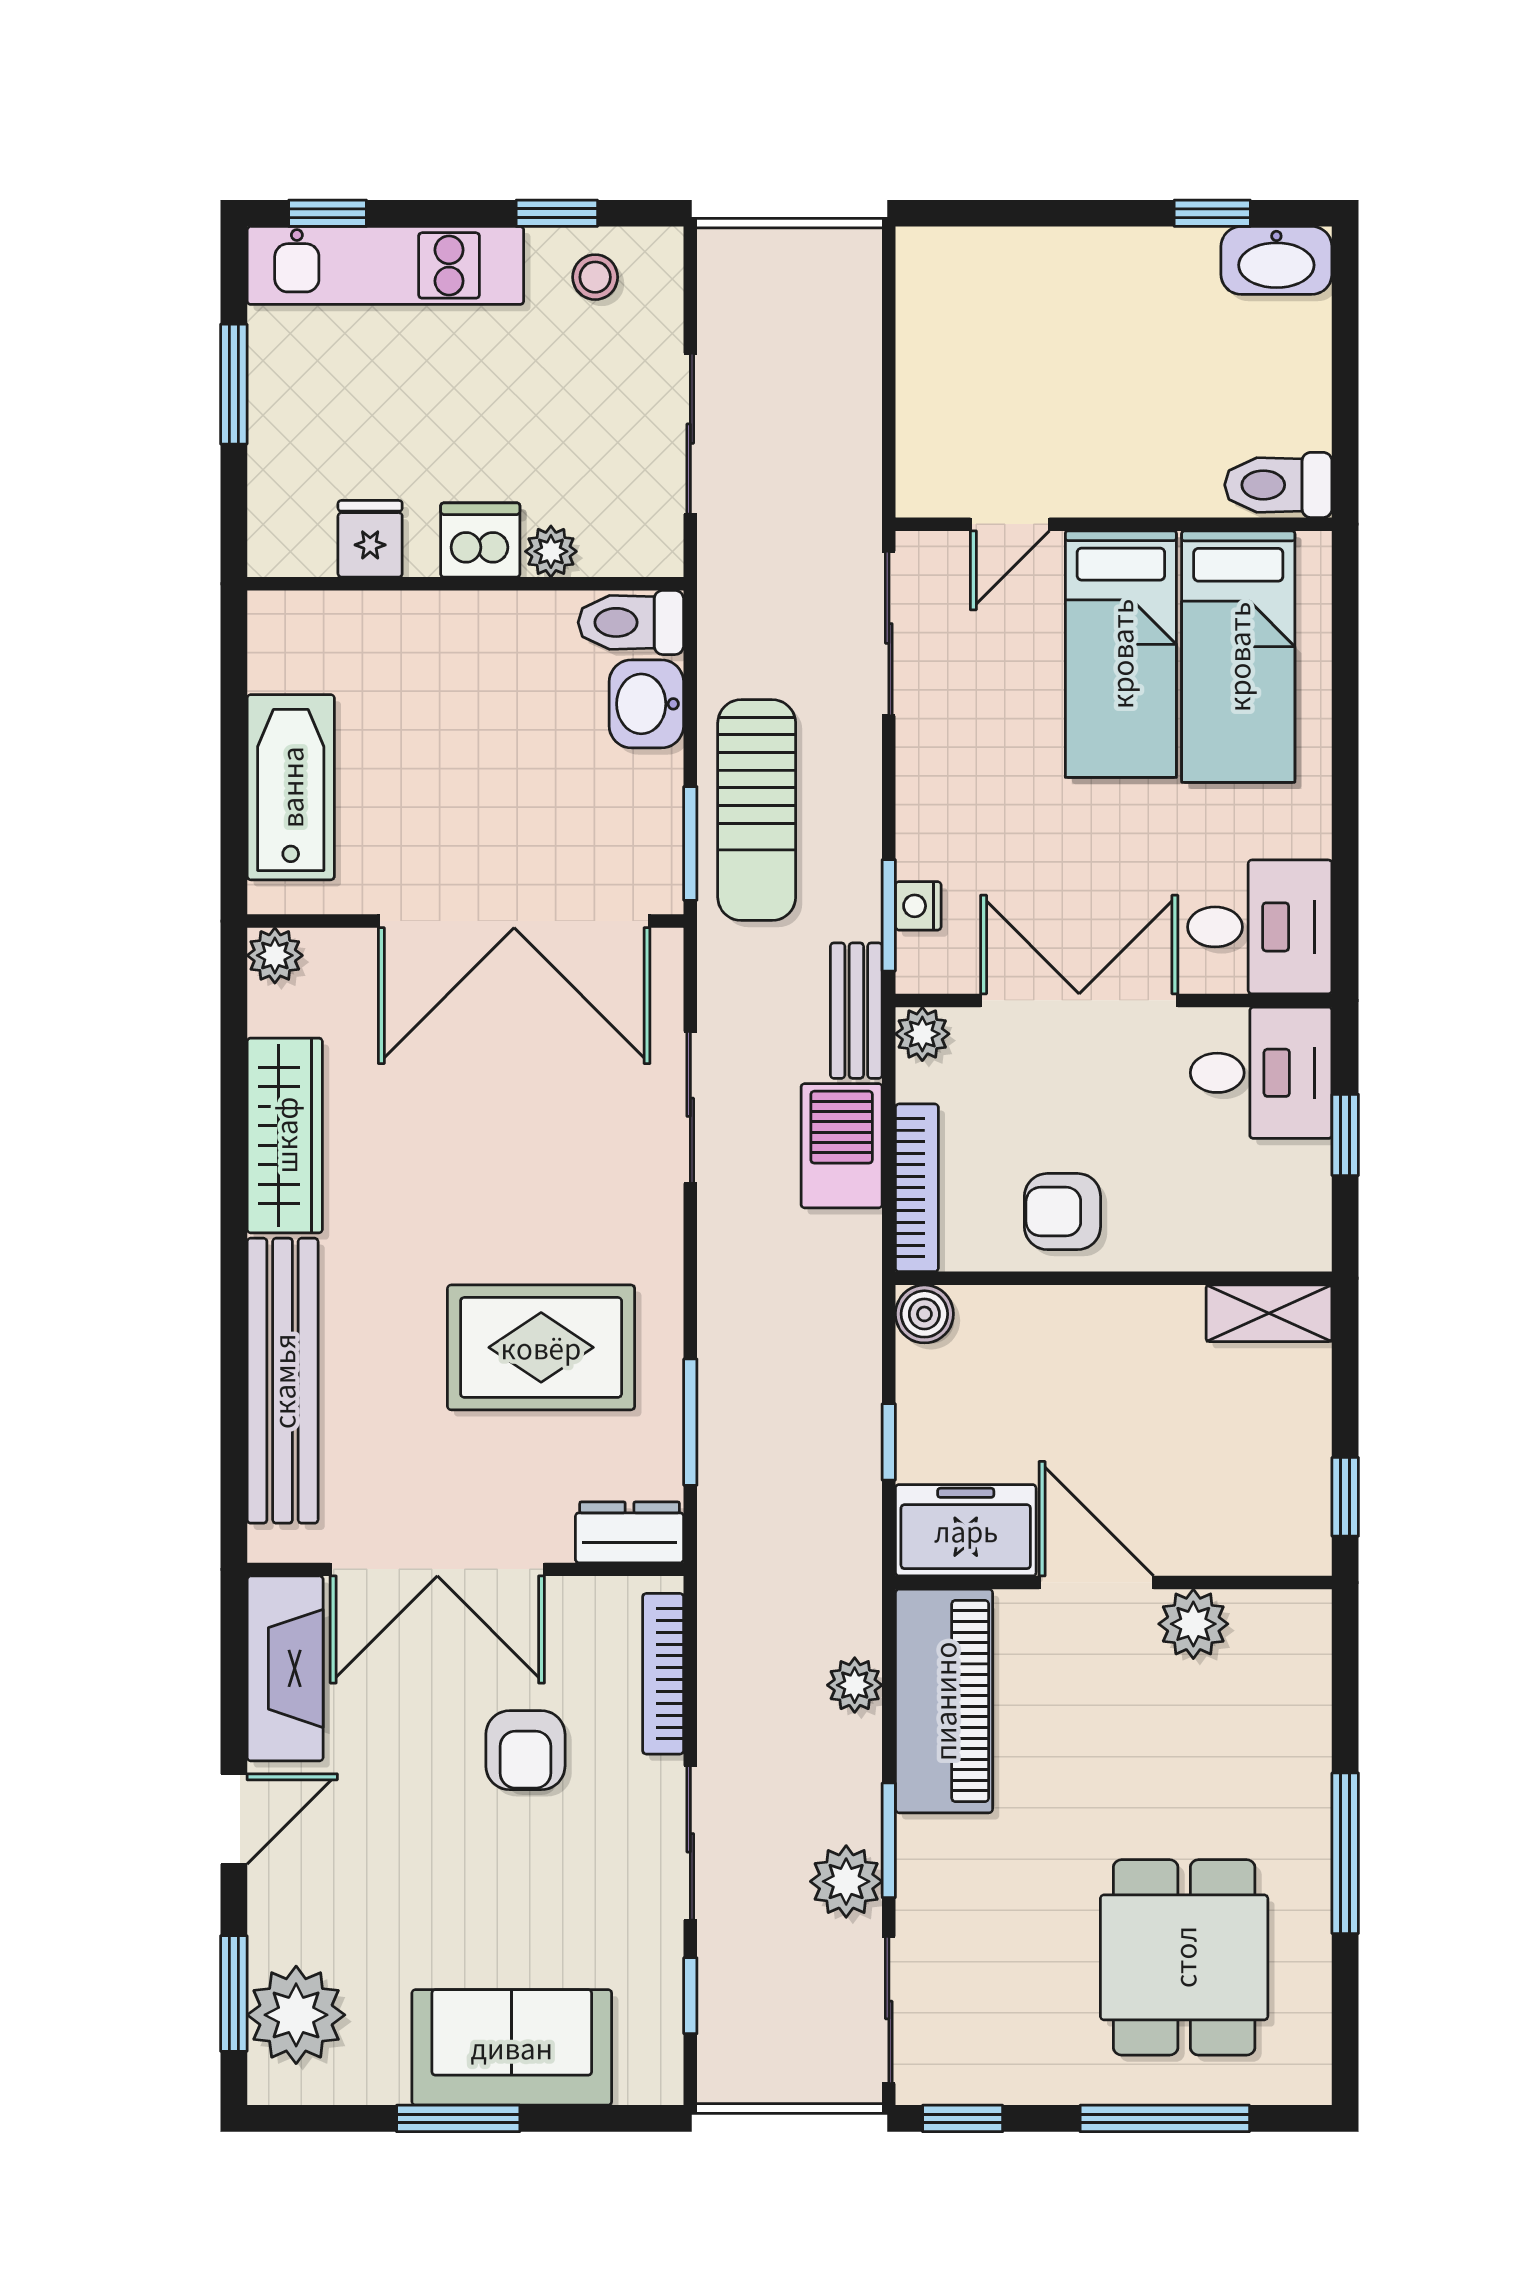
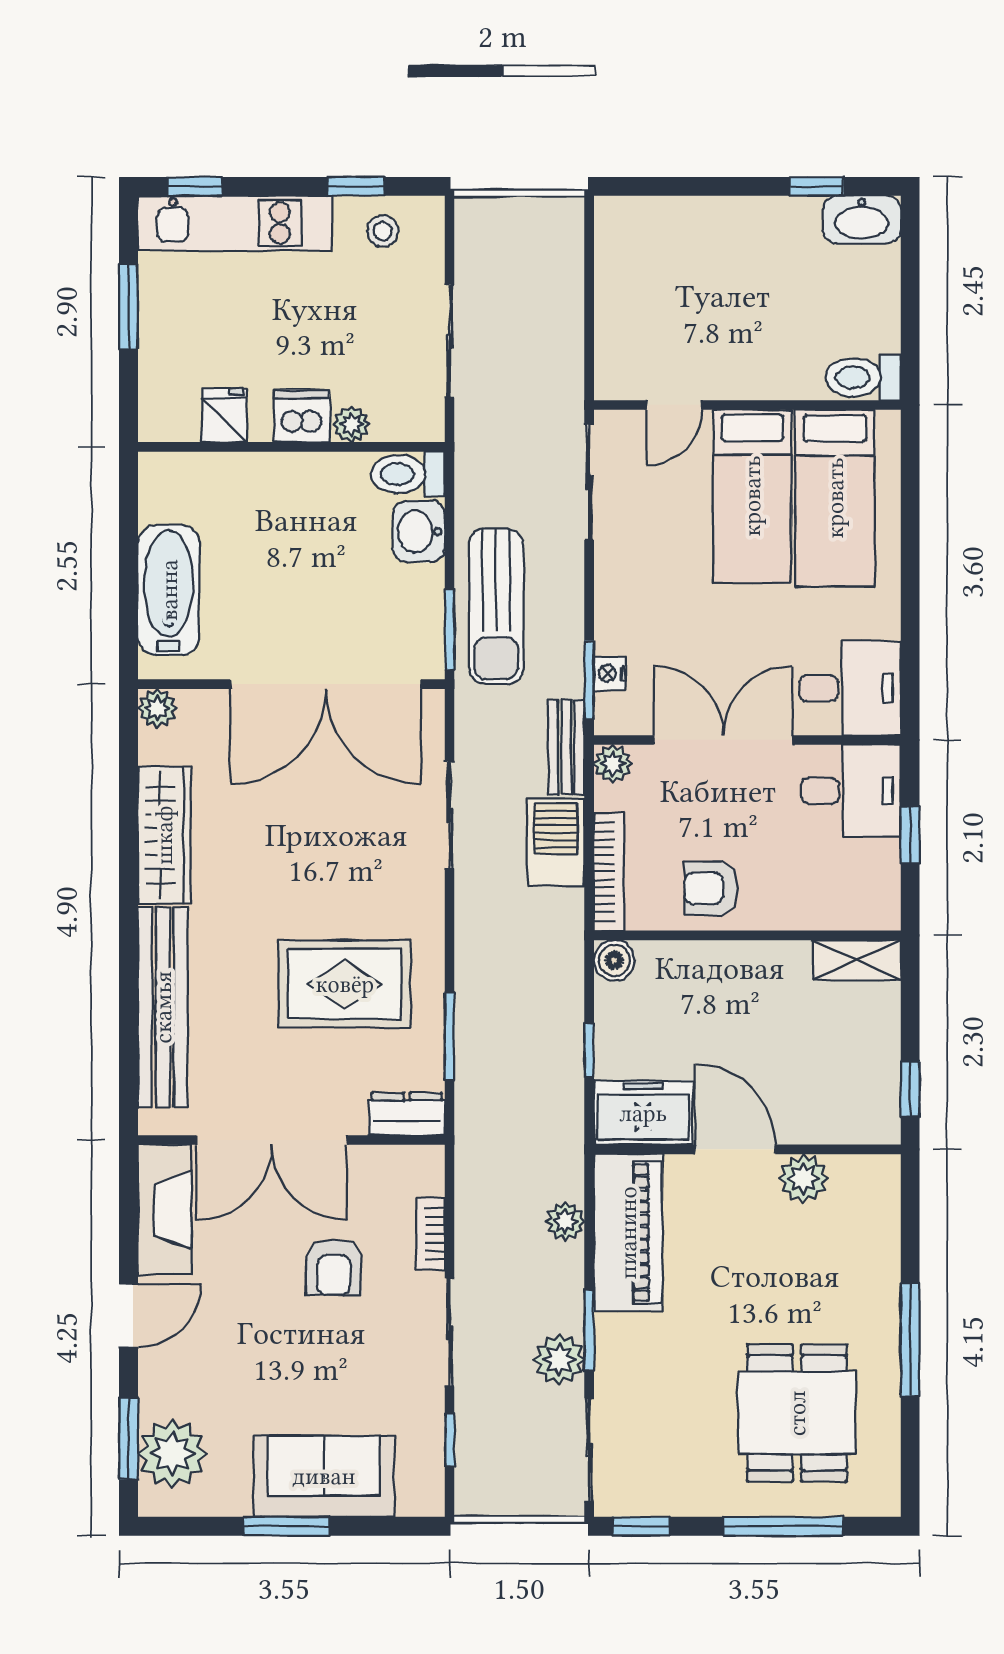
bookcase: (663, 1674) -> (430, 1234), width x0.64

